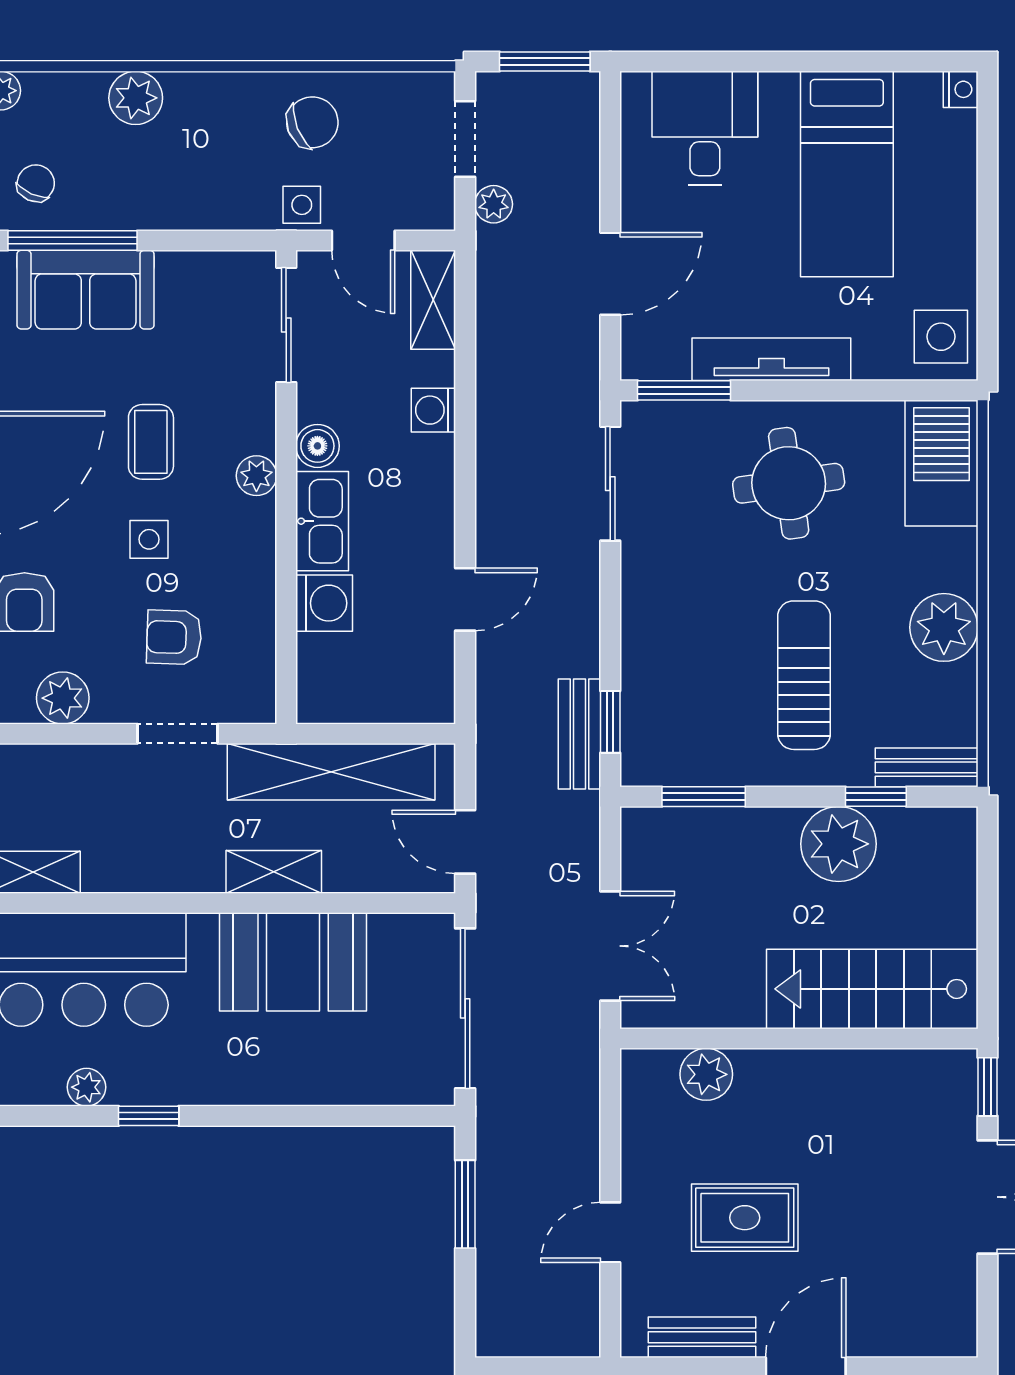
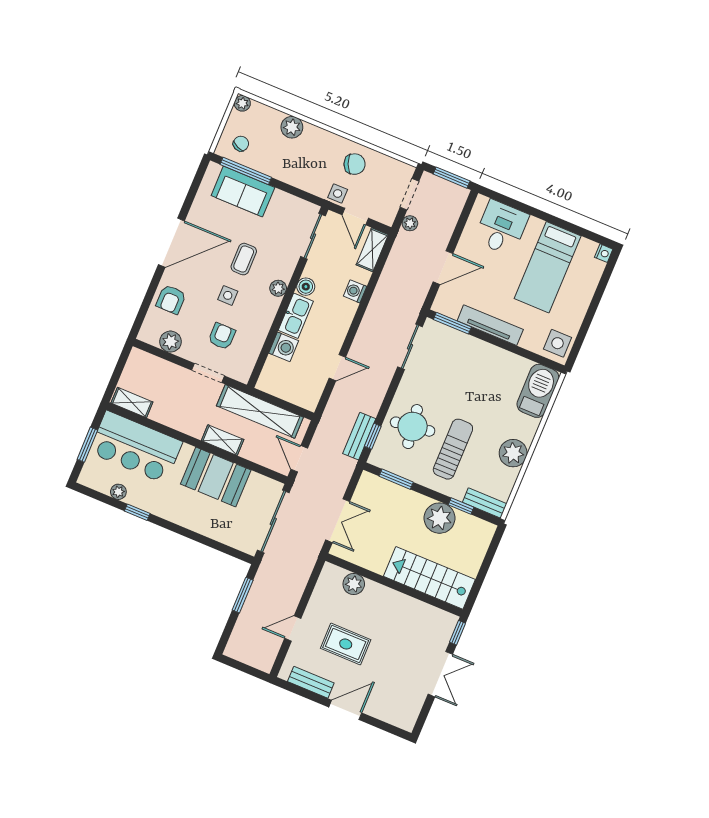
round table: (789, 483) -> (413, 427), moved
armchair: (174, 637) -> (222, 336), turned 88

